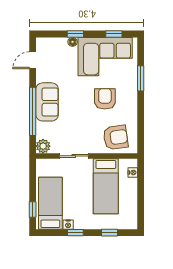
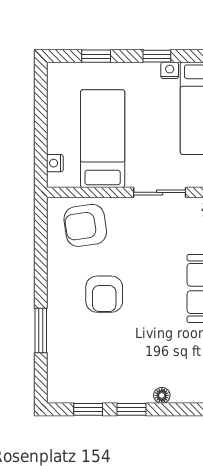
window: (75, 34) -> (131, 409), moved
corner sofa: (105, 57) -> (104, 369), removed

